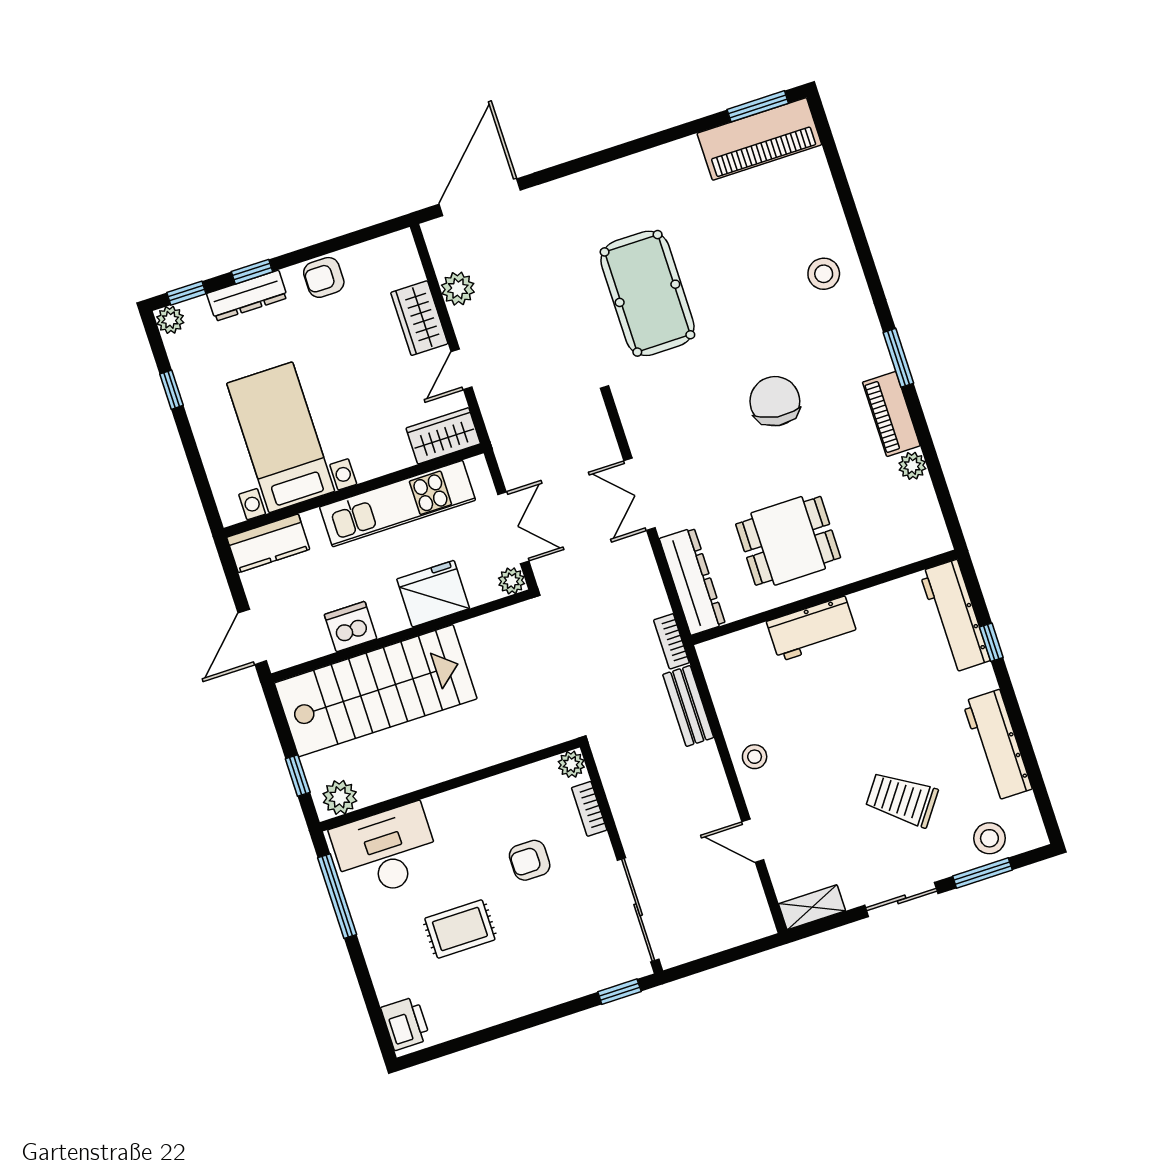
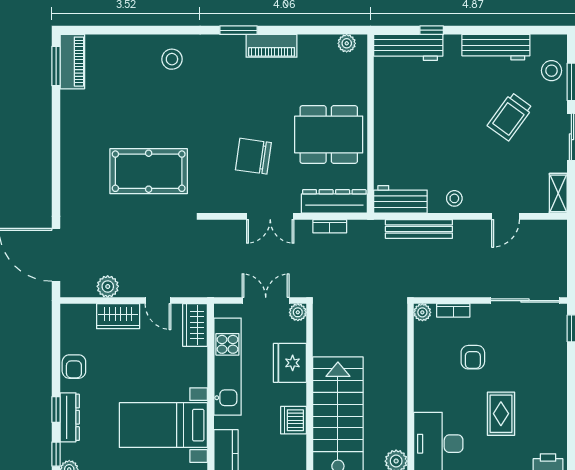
piano: (759, 139) -> (72, 62), width x0.73, depth x0.75
chair: (775, 401) -> (253, 156), moved
plant: (912, 466) -> (347, 43), moved
dining table: (788, 541) -> (329, 134), width x1.38
workbench: (812, 629) -> (400, 199), moved, turned -90
bookcase: (671, 641) -> (330, 226), moved
bench: (688, 706) -> (419, 229), width x1.36

